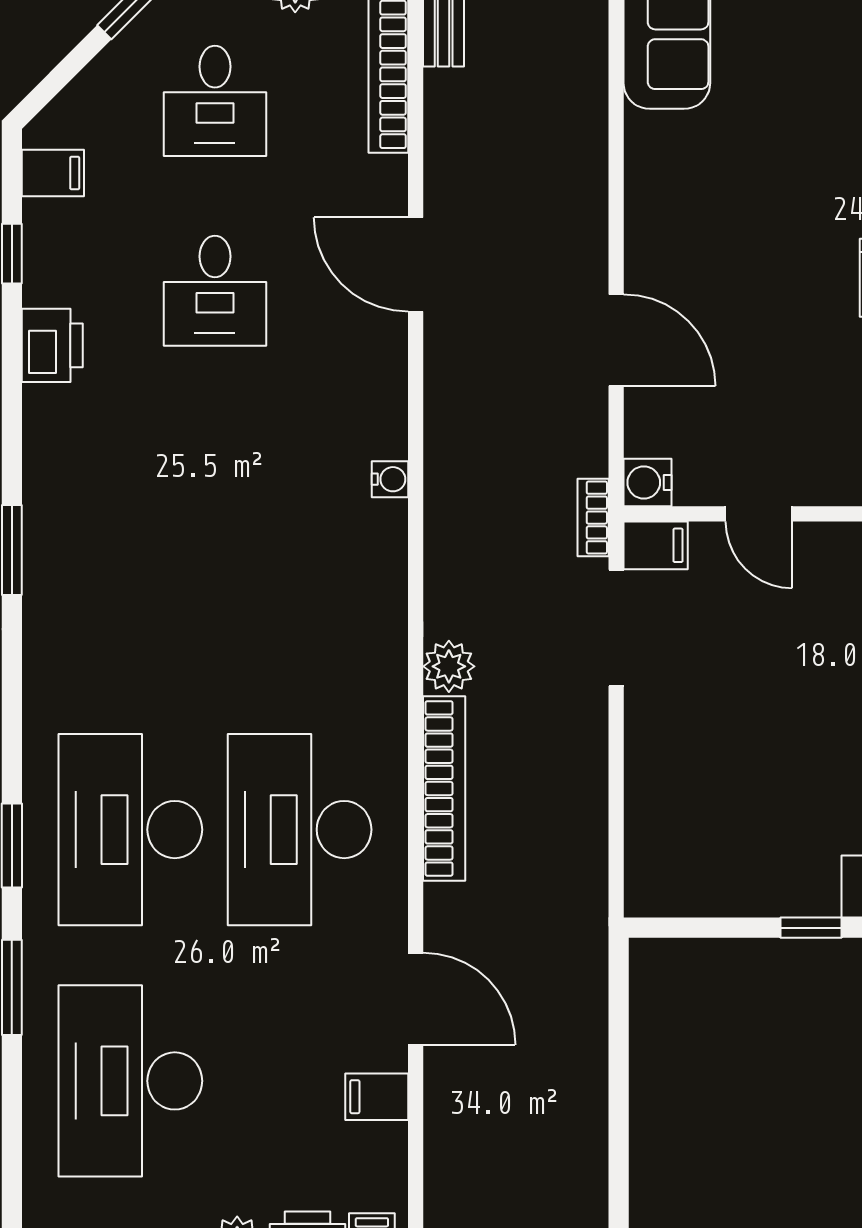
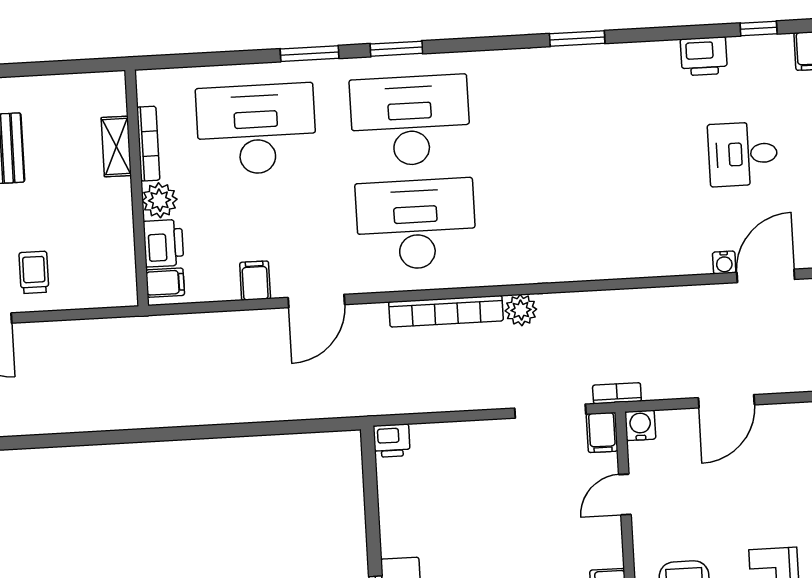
water cooler: (390, 479) -> (724, 263), moved
printer: (650, 889) -> (392, 441), added
window: (811, 928) -> (373, 541), removed

